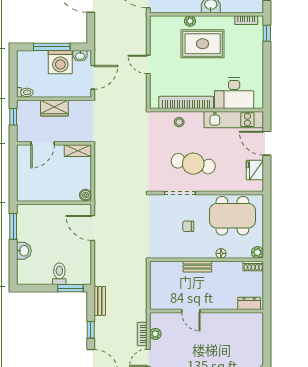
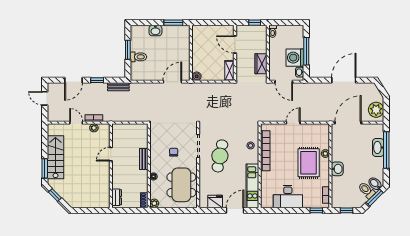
desk: (234, 93) -> (288, 196), moved, turned -90
wardrobe: (54, 108) -> (261, 64), moved
window: (70, 288) -> (128, 50), moved

